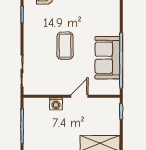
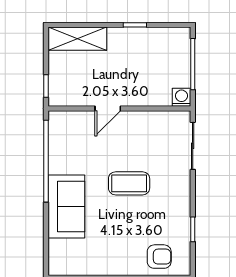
coffee table: (65, 46) -> (129, 183), turned 90
sofa: (107, 58) -> (66, 206), moved
washing machine: (56, 104) -> (182, 97), moved

